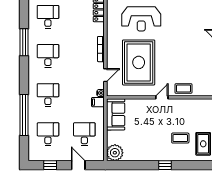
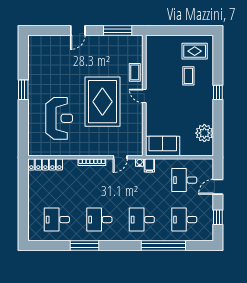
rug: (139, 62) -> (102, 102), moved, turned 90
door: (105, 75) -> (120, 157), swing flipped
plant: (115, 153) -> (204, 133), moved

